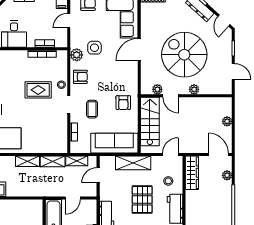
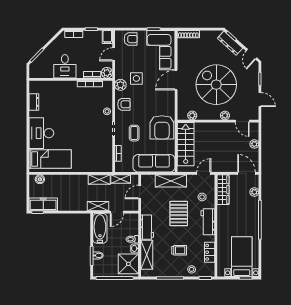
plant: (61, 41) -> (107, 73), added
rug: (38, 90) -> (86, 116), removed
door: (171, 96) -> (242, 121), moved
armchair: (123, 103) -> (162, 127), width x1.88, depth x1.88
shelving: (28, 161) -> (98, 206), moved

